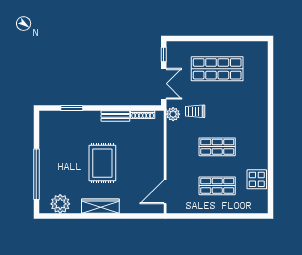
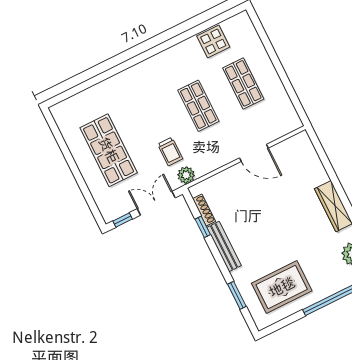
window: (131, 108) -> (203, 227), added
bench: (115, 116) -> (224, 246), width x1.36
rug: (102, 163) -> (282, 287), moved
door: (165, 192) -> (254, 153), moved

